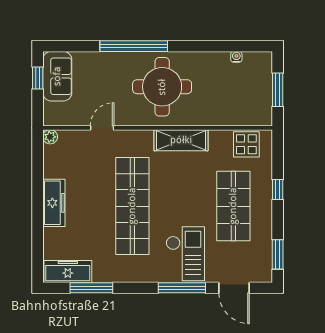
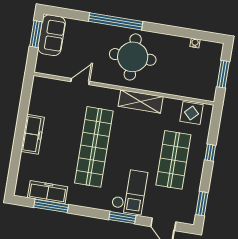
window: (38, 78) -> (36, 34), width x1.50
plant: (50, 137) -> (38, 82), removed
freezer: (68, 271) -> (48, 192), moved
window: (182, 288) -> (122, 218), width x0.69

